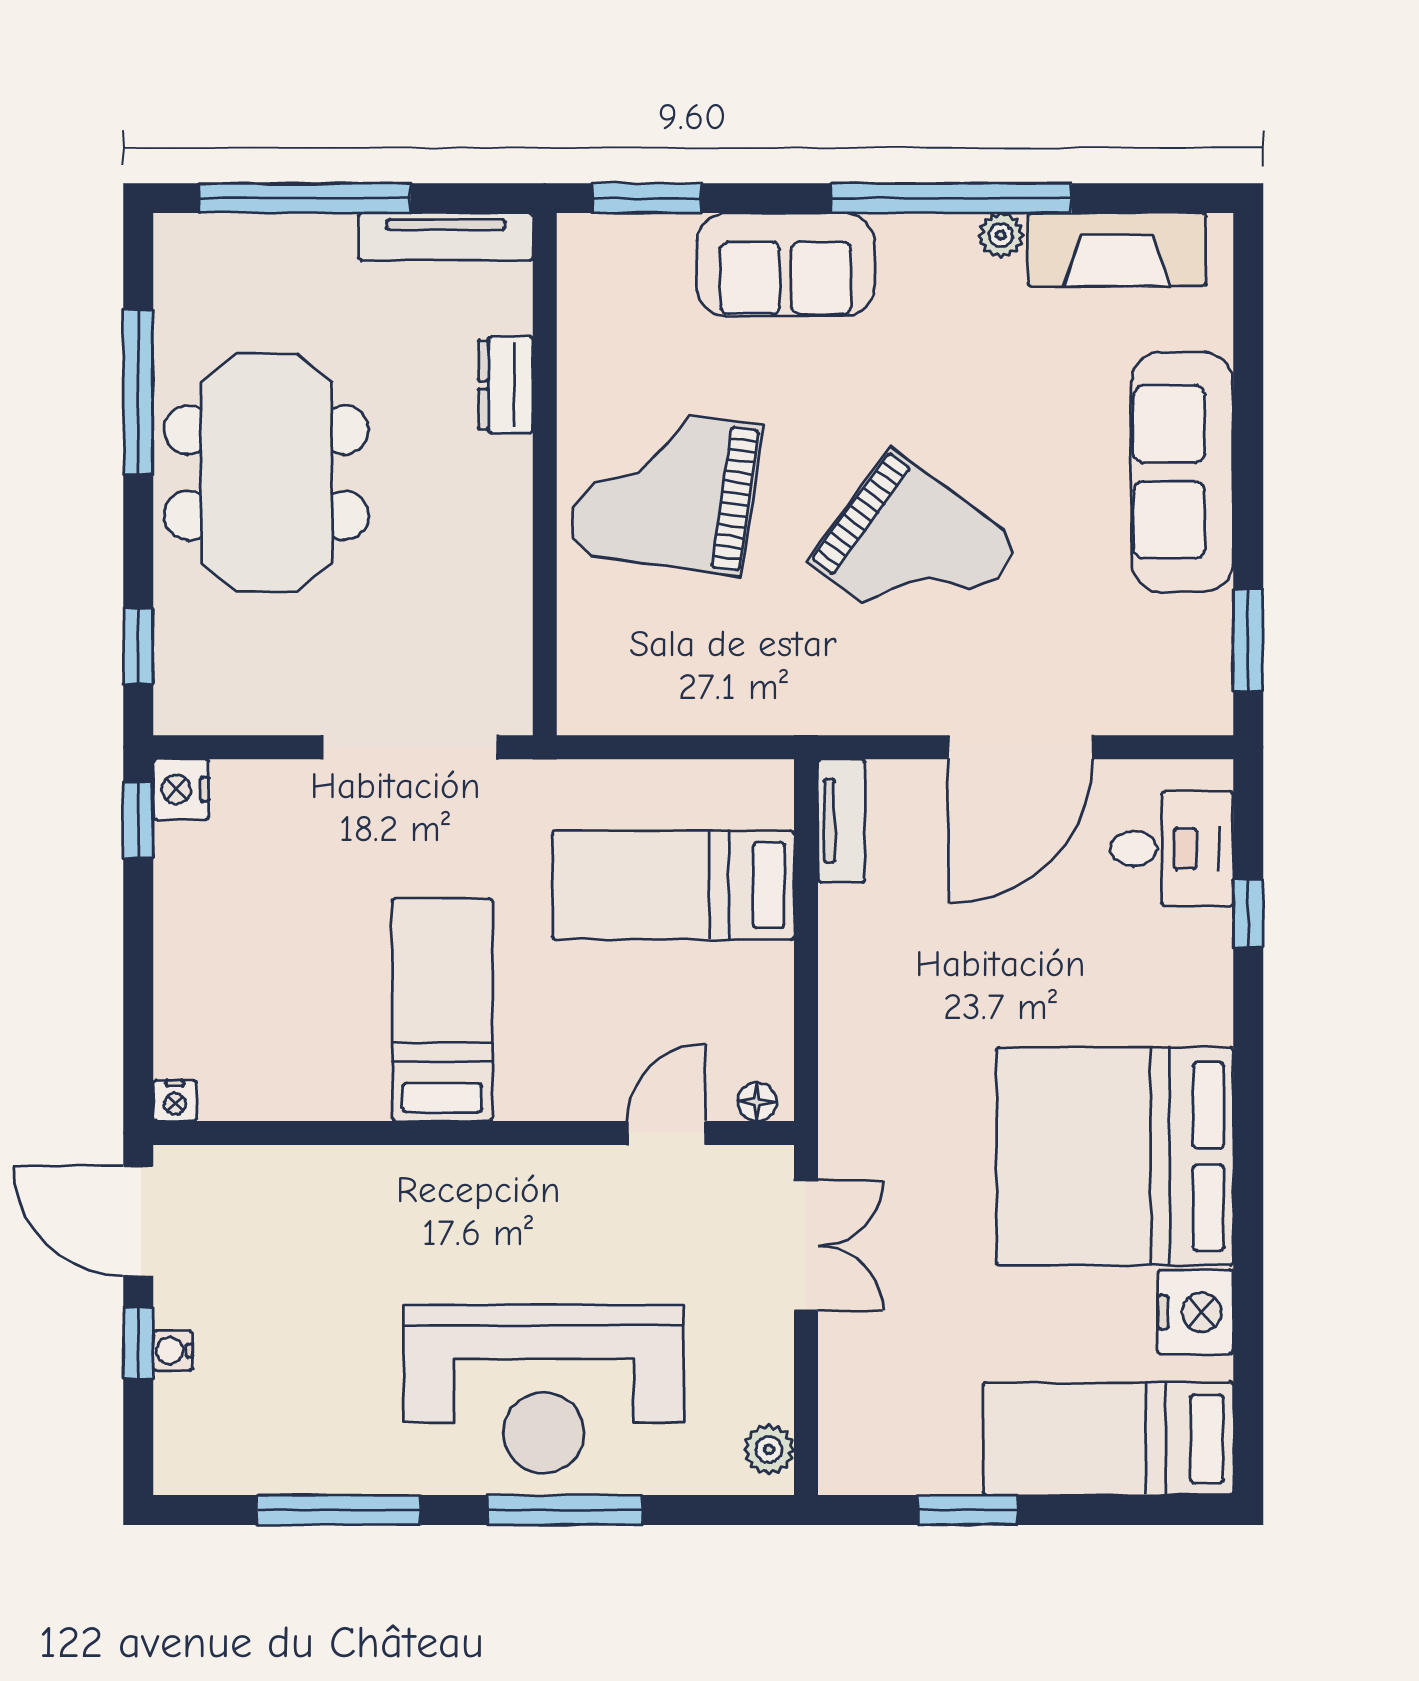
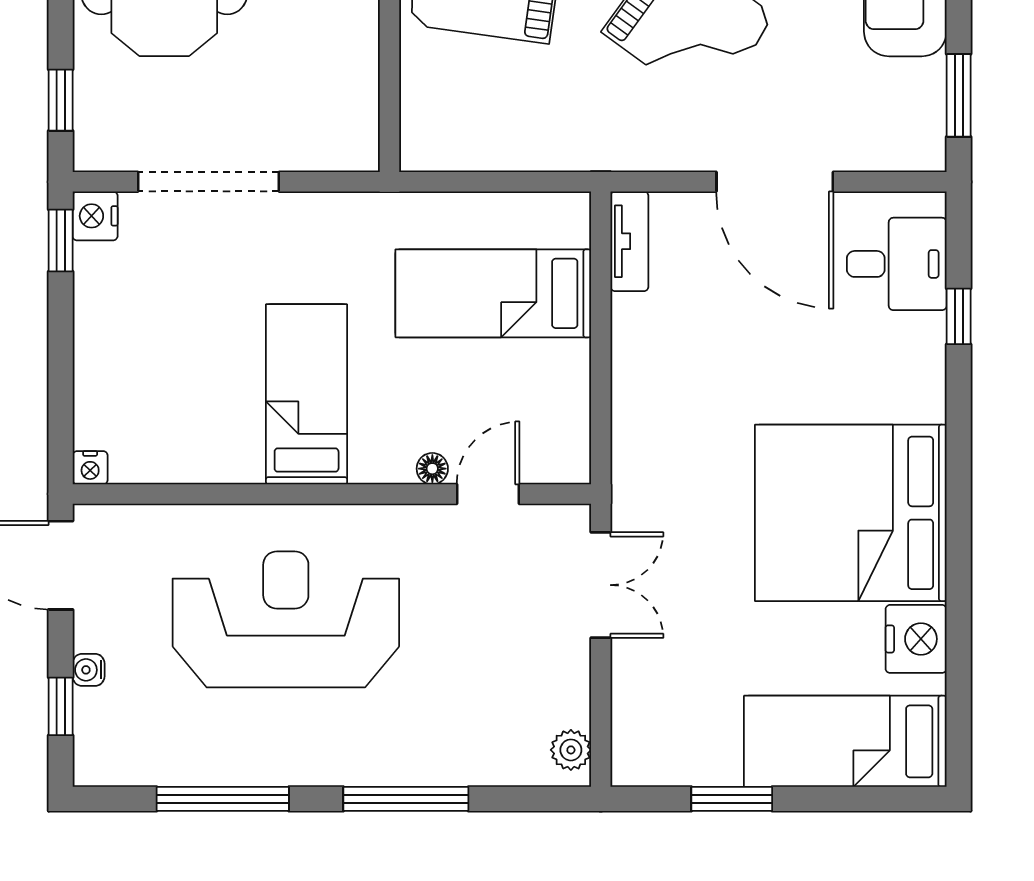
doorway: (410, 747) -> (209, 182), moved
door: (1021, 747) -> (775, 182), hinge flipped
floor lamp: (757, 1102) -> (432, 469), moved
window: (138, 1343) -> (61, 706), moved
reception desk: (544, 1389) -> (286, 619), moved, turned 180

